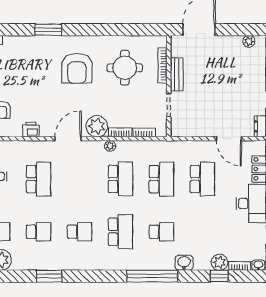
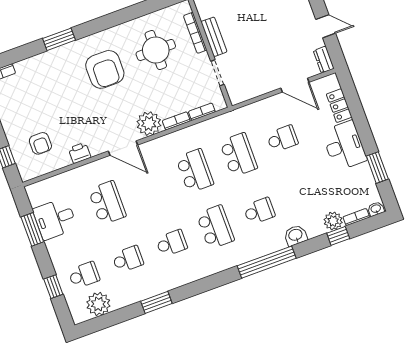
door: (68, 139) -> (123, 148), swing flipped
plant: (110, 146) -> (171, 139), removed
school desk: (202, 179) -> (282, 139), width x0.54

